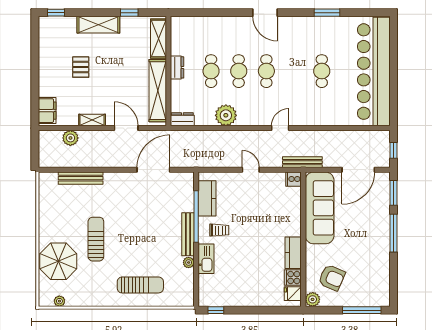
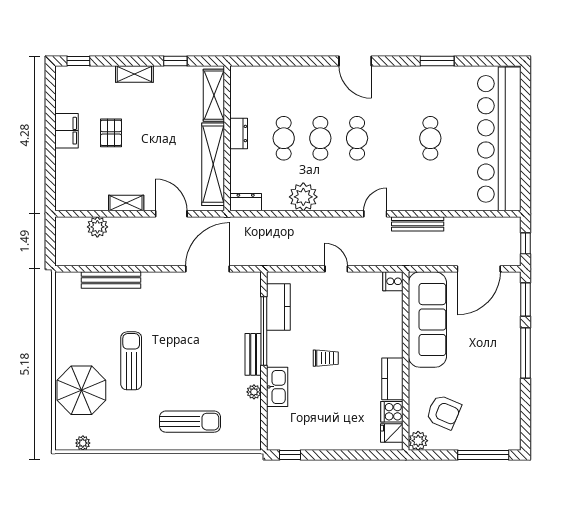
shelving: (98, 25) -> (134, 74), width x0.67, depth x0.75
filing cabinet: (47, 111) -> (67, 131), moved
bench: (302, 162) -> (418, 224), moved
trolley: (219, 230) -> (326, 358), moved
bench: (188, 234) -> (253, 354), width x0.73

